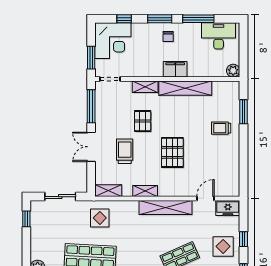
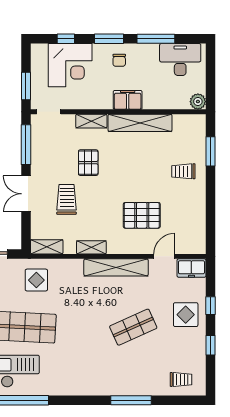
corner desk: (113, 41) -> (70, 65), moved
pallet: (172, 152) -> (142, 215), moved, turned 90

